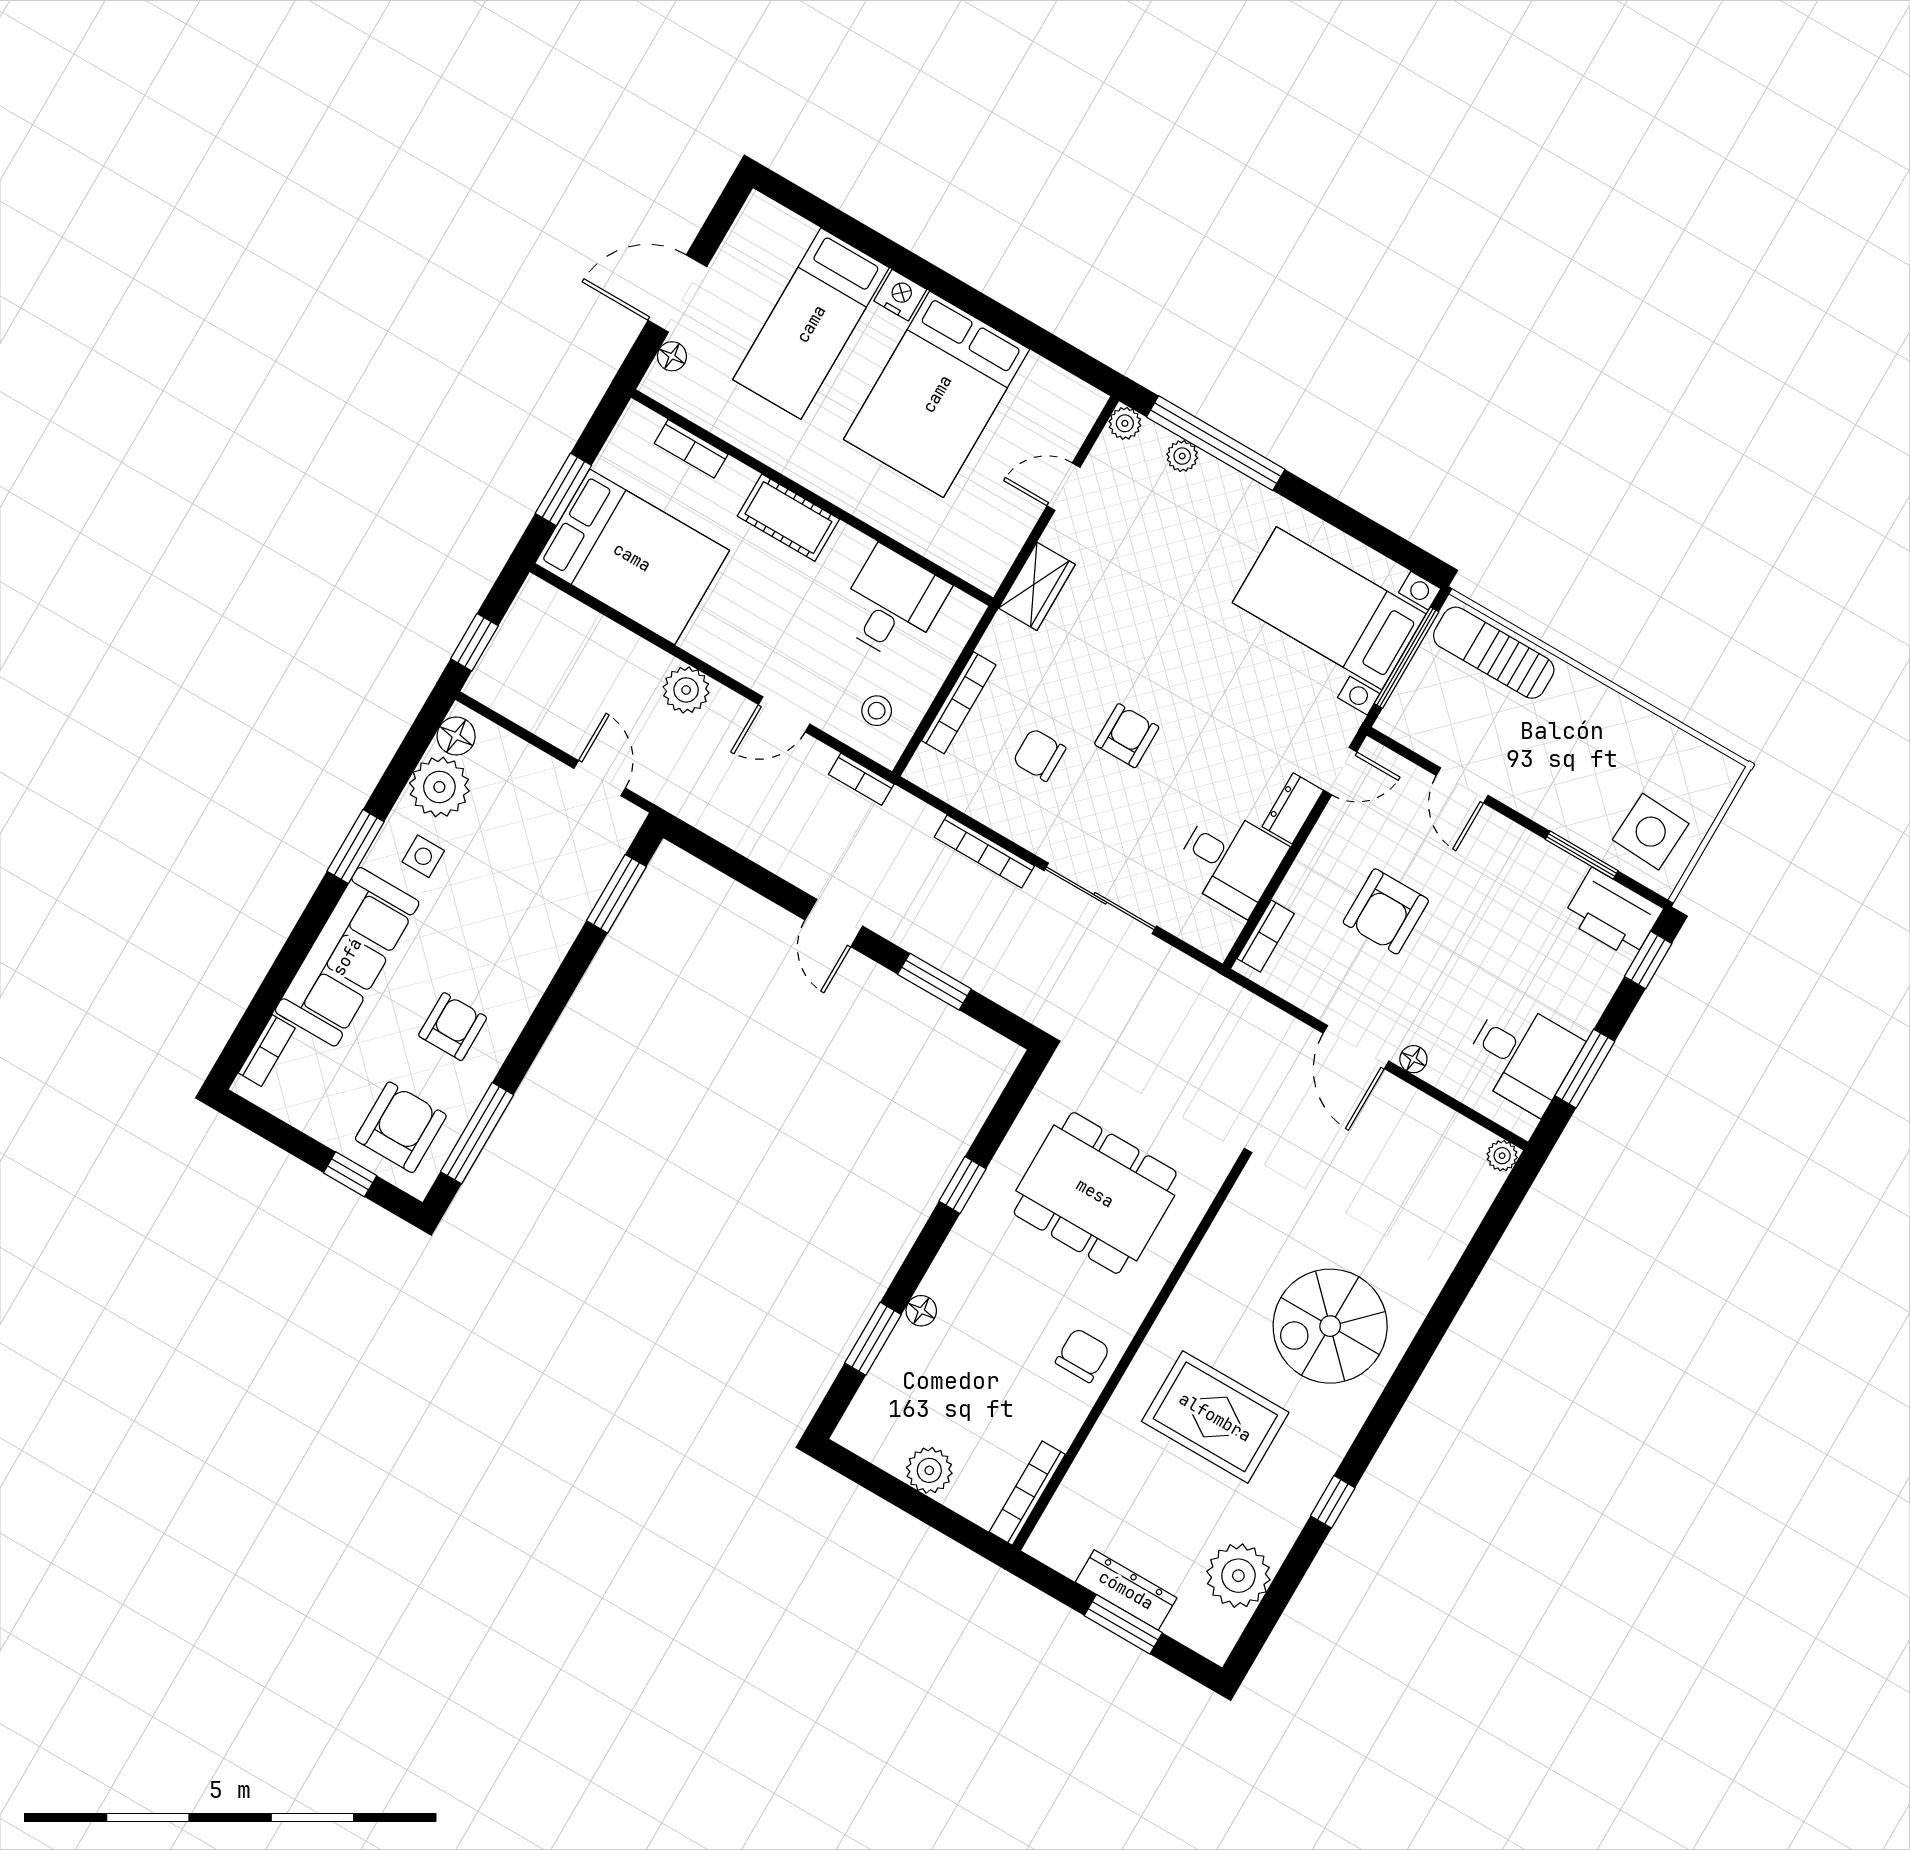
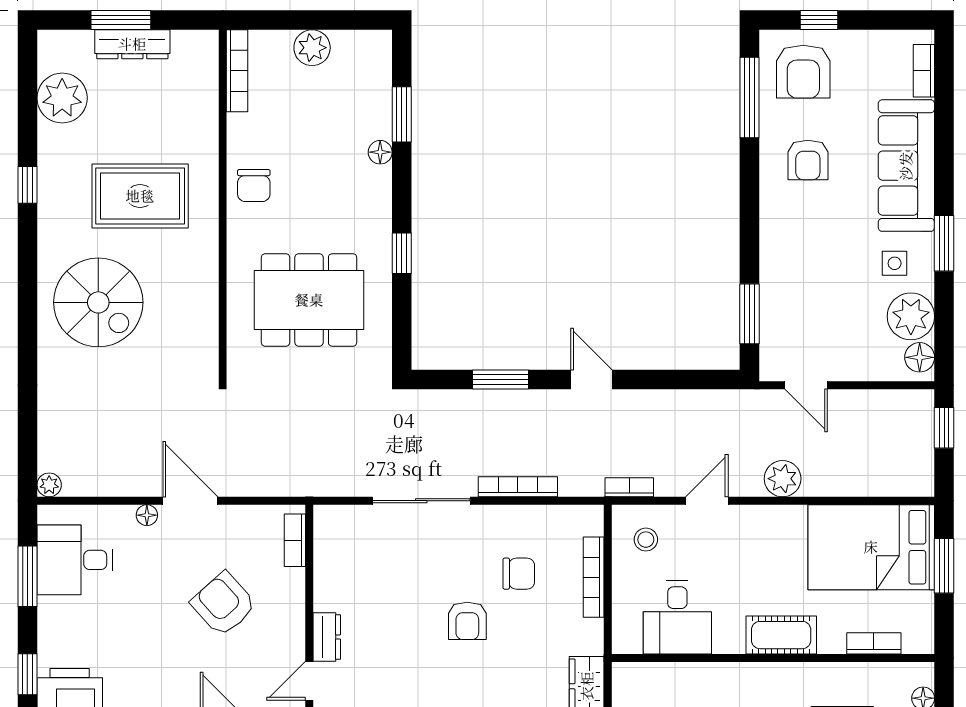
desk: (1230, 861) -> (349, 577), removed
armchair: (1386, 911) -> (224, 604), turned -42
spiral stairs: (1330, 1326) -> (98, 302), turned 90

